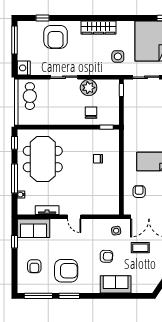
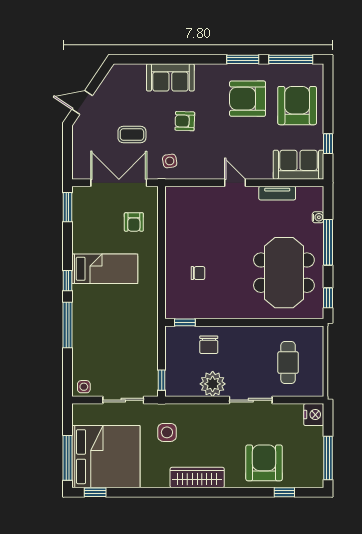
cafe table: (30, 96) -> (288, 363), moved
armchair: (34, 266) -> (297, 106), width x1.88, depth x1.88

